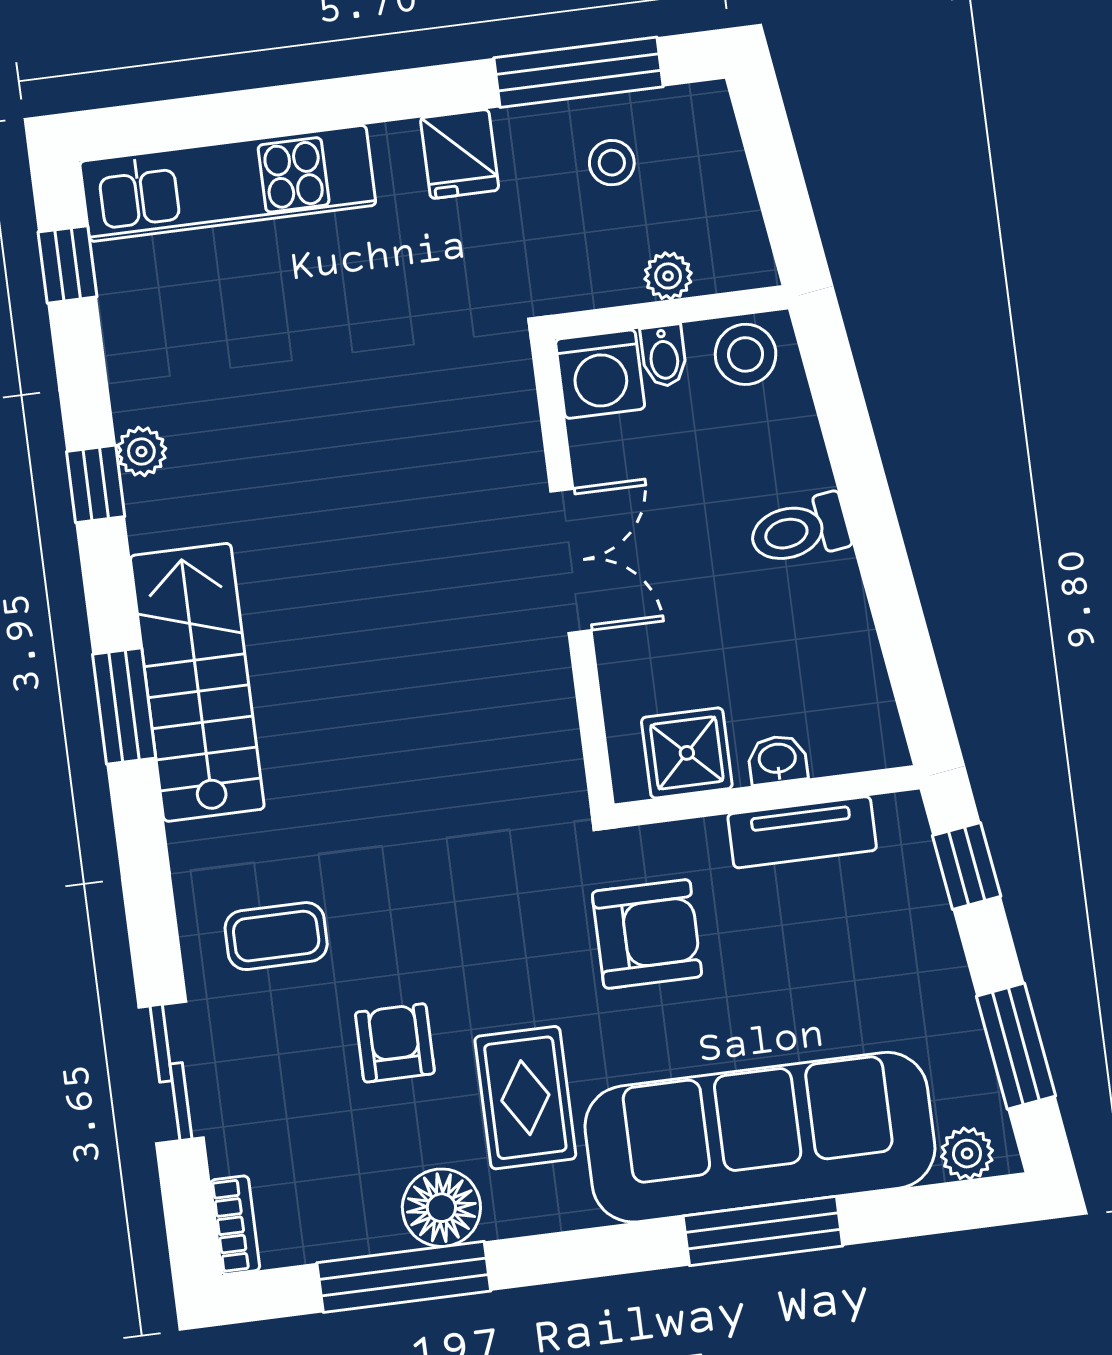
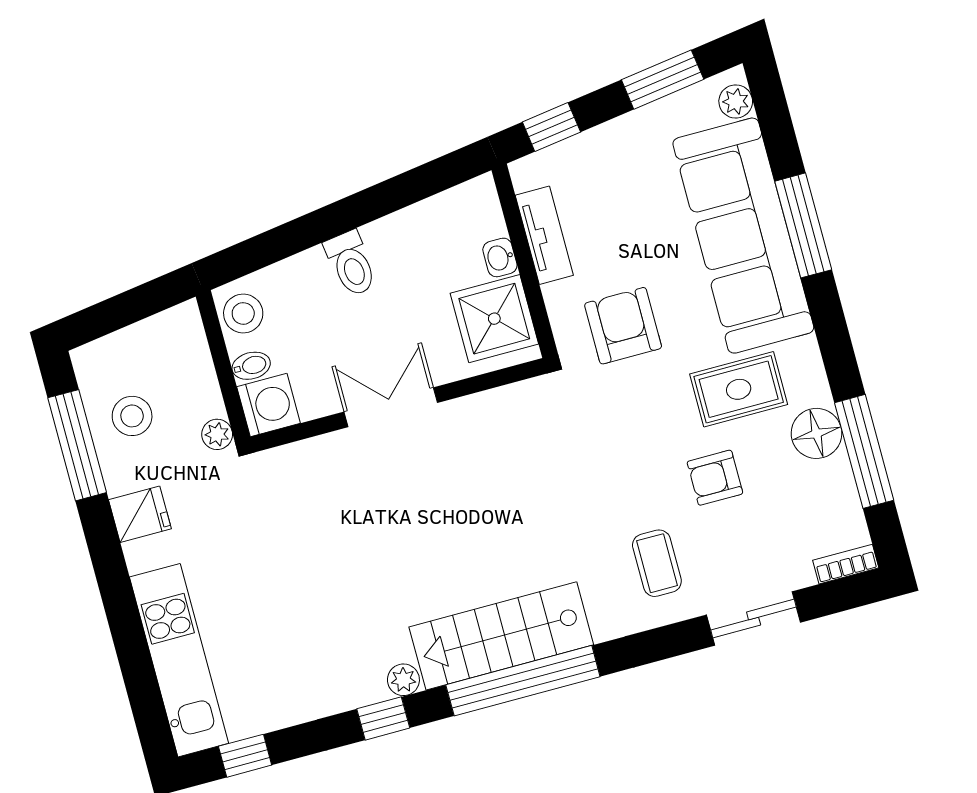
stool: (612, 163) -> (132, 416), width x1.37, depth x1.37
plant: (668, 276) -> (217, 434), moved
plant: (141, 452) -> (403, 680), moved
window: (124, 706) -> (523, 681), width x2.11
shower: (687, 753) -> (494, 319), width x1.36, depth x1.36

